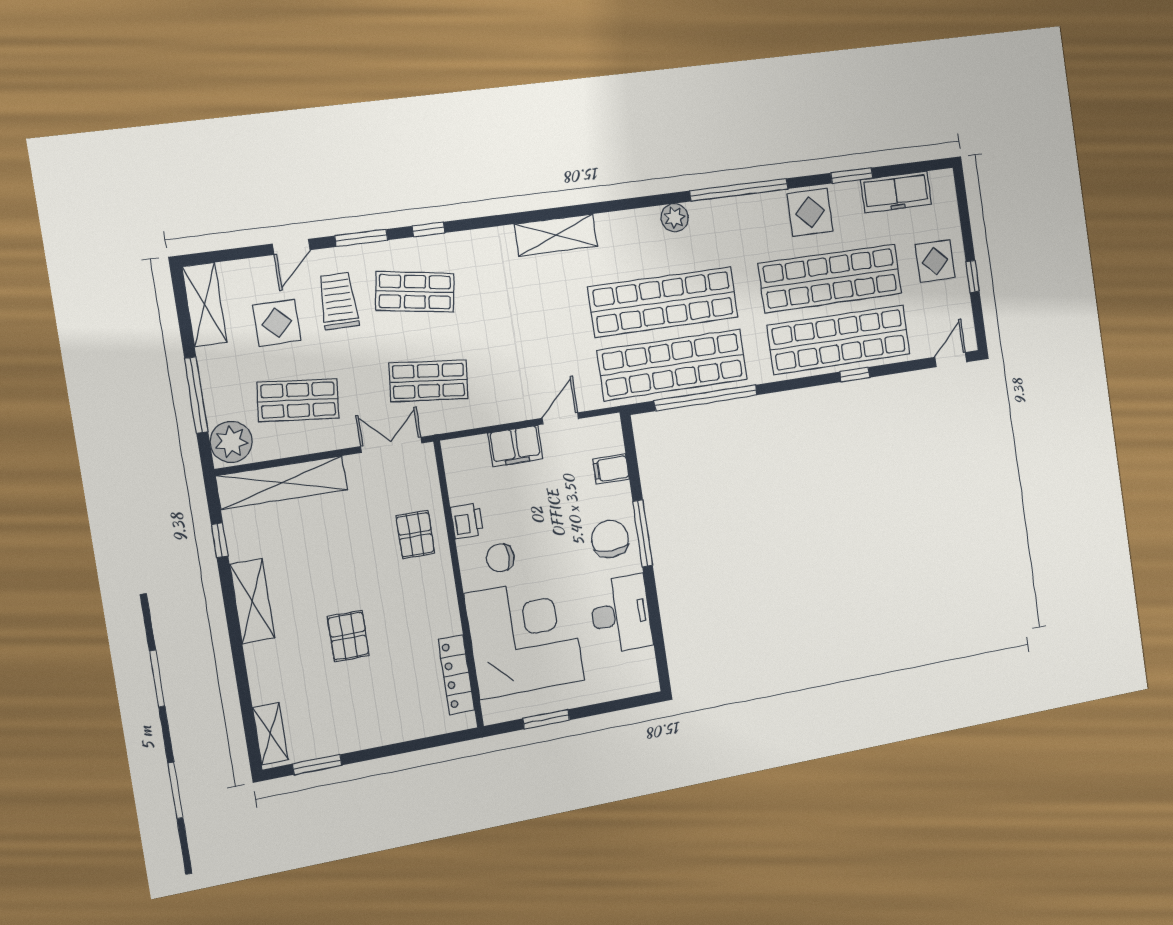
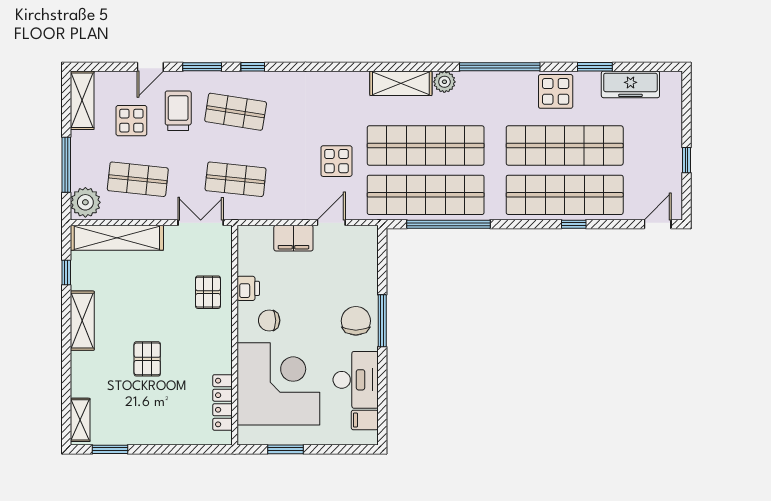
shelving: (556, 235) -> (401, 83), moved
display table: (935, 261) -> (336, 161), moved
filing cabinet: (611, 469) -> (365, 420), moved

